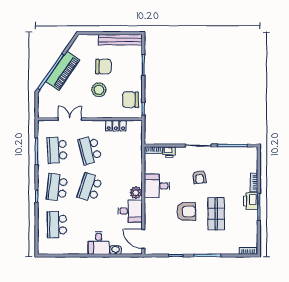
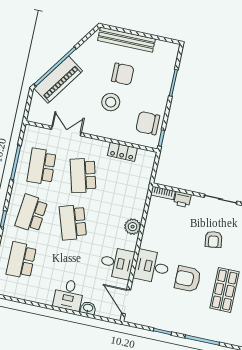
bench: (120, 40) -> (126, 40), moved
piano: (63, 71) -> (58, 80), moved
desk: (157, 186) -> (152, 267), moved
school desk: (90, 187) -> (73, 222), turned -36
plant: (136, 193) -> (133, 227), moved
armchair: (186, 211) -> (188, 279), turned 180

